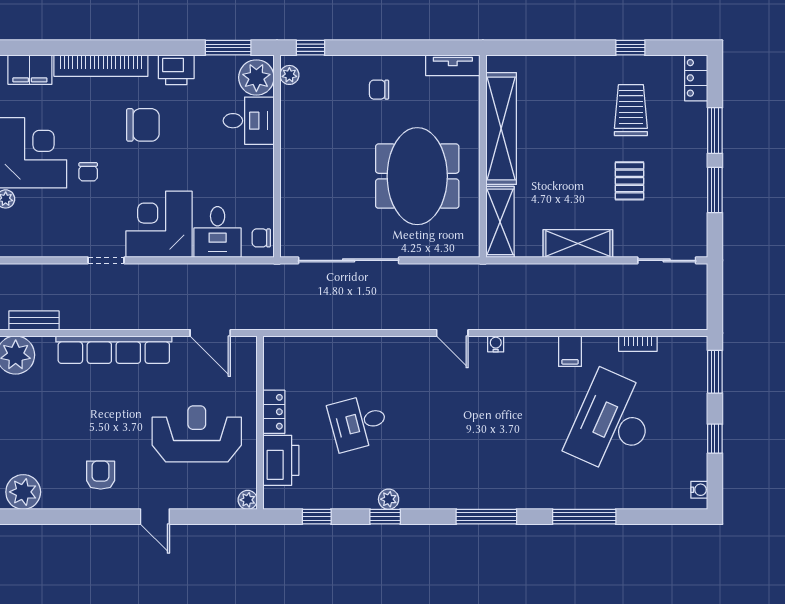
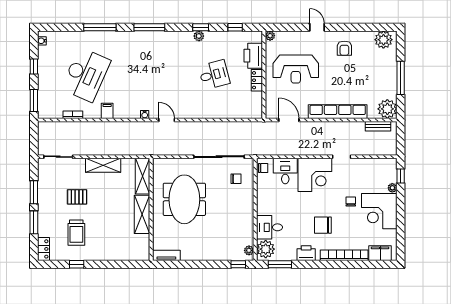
chair: (379, 90) -> (236, 179), moved
shelving: (501, 129) -> (142, 214), width x0.68
pallet: (629, 181) -> (77, 197), turned 90

